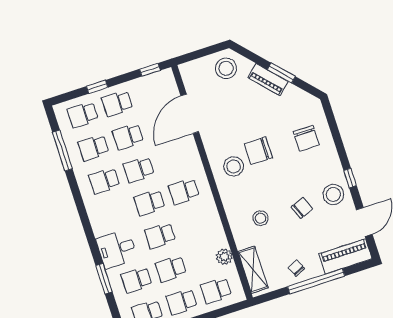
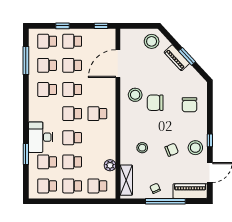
stool: (234, 166) -> (135, 95), moved
desk: (117, 249) -> (41, 137), width x1.37

